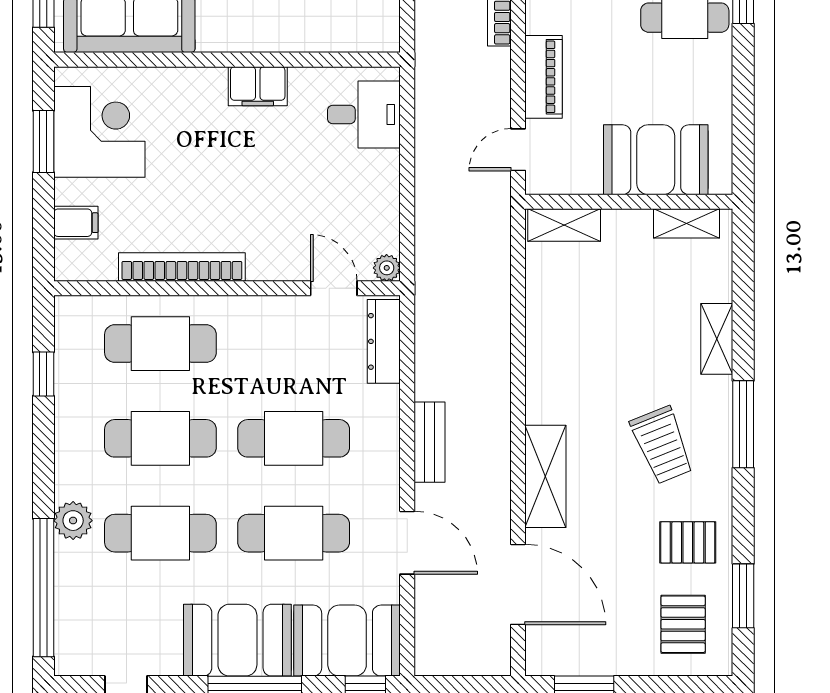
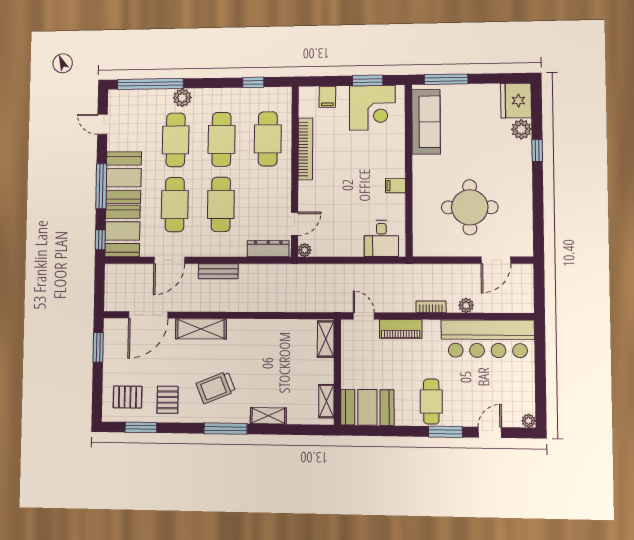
filing cabinet: (258, 86) -> (395, 186), width x0.50
booth: (656, 160) -> (367, 407), moved, turned 90

